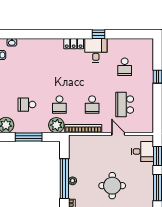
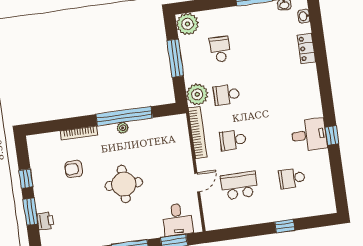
locker: (74, 44) -> (306, 48), moved

